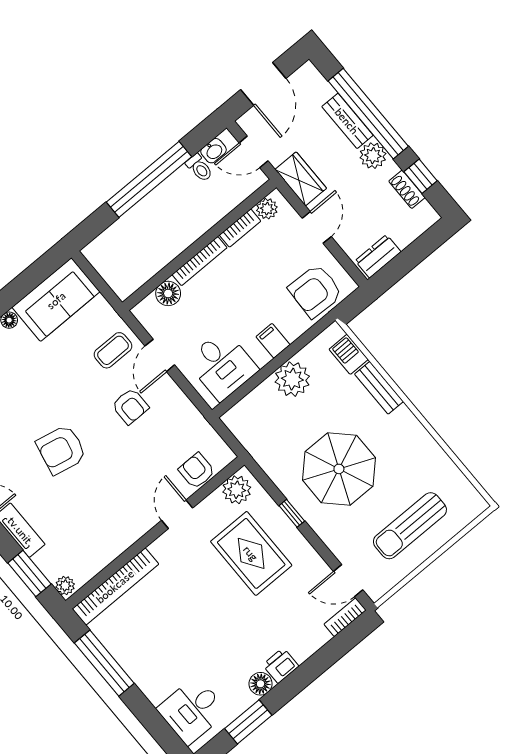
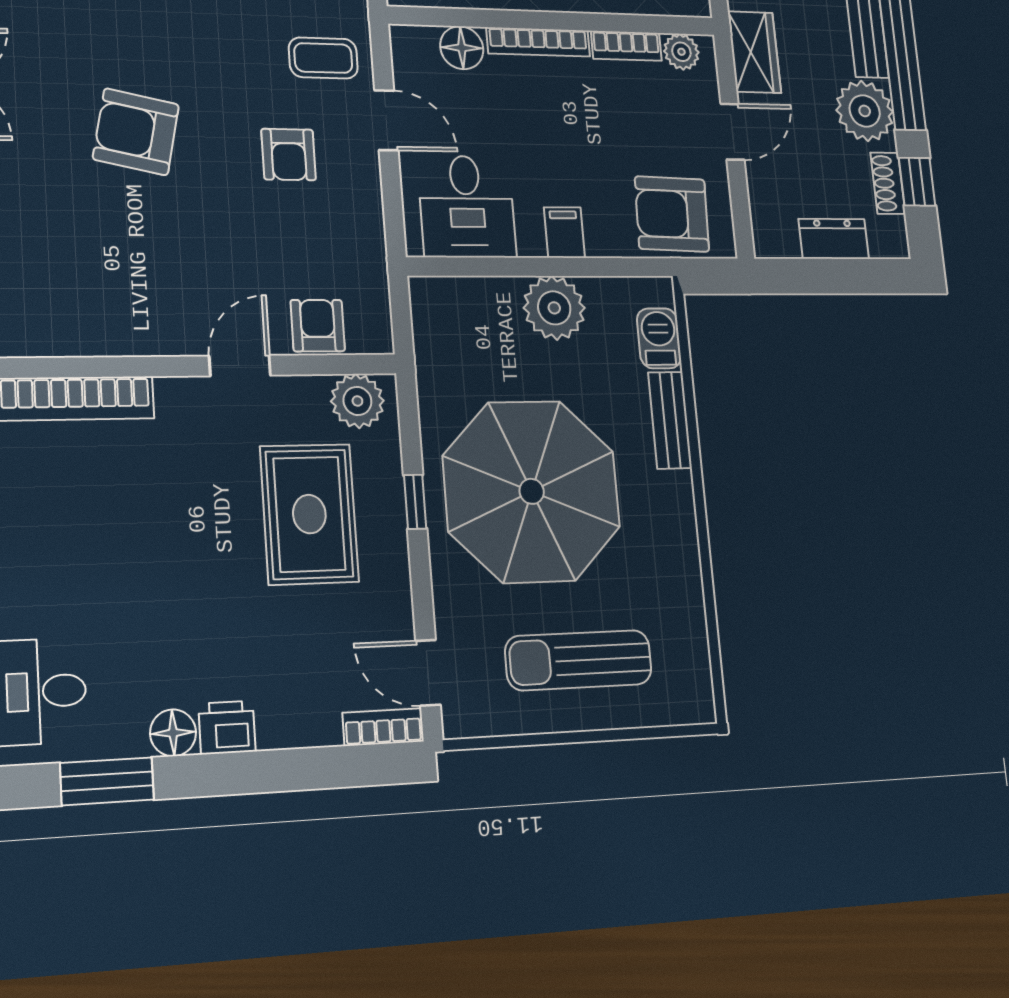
plant: (373, 156) -> (865, 111), width x1.36, depth x1.36
dresser: (378, 256) -> (834, 239), moved
door: (160, 355) -> (386, 120), swing flipped
parasol: (339, 469) -> (532, 491), width x1.36, depth x1.36

